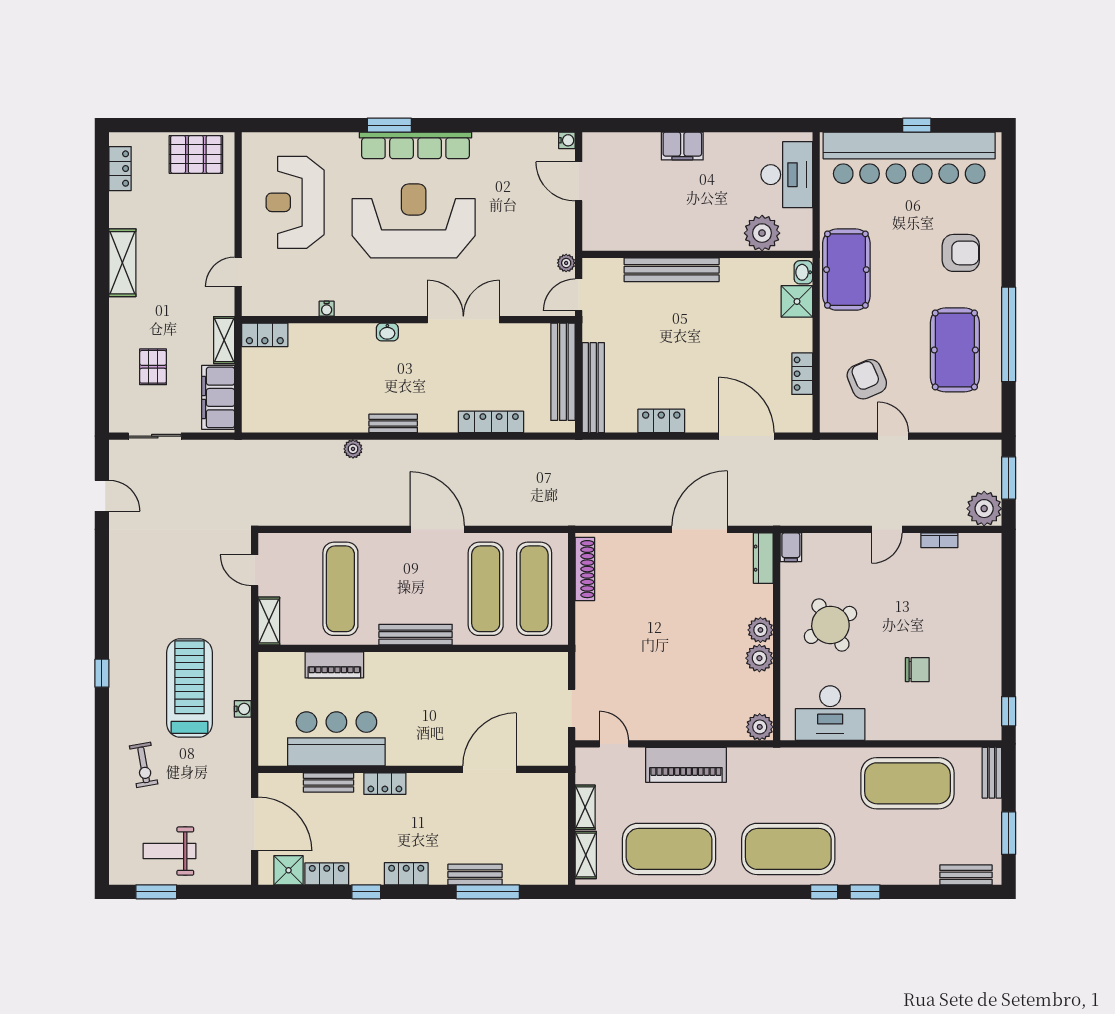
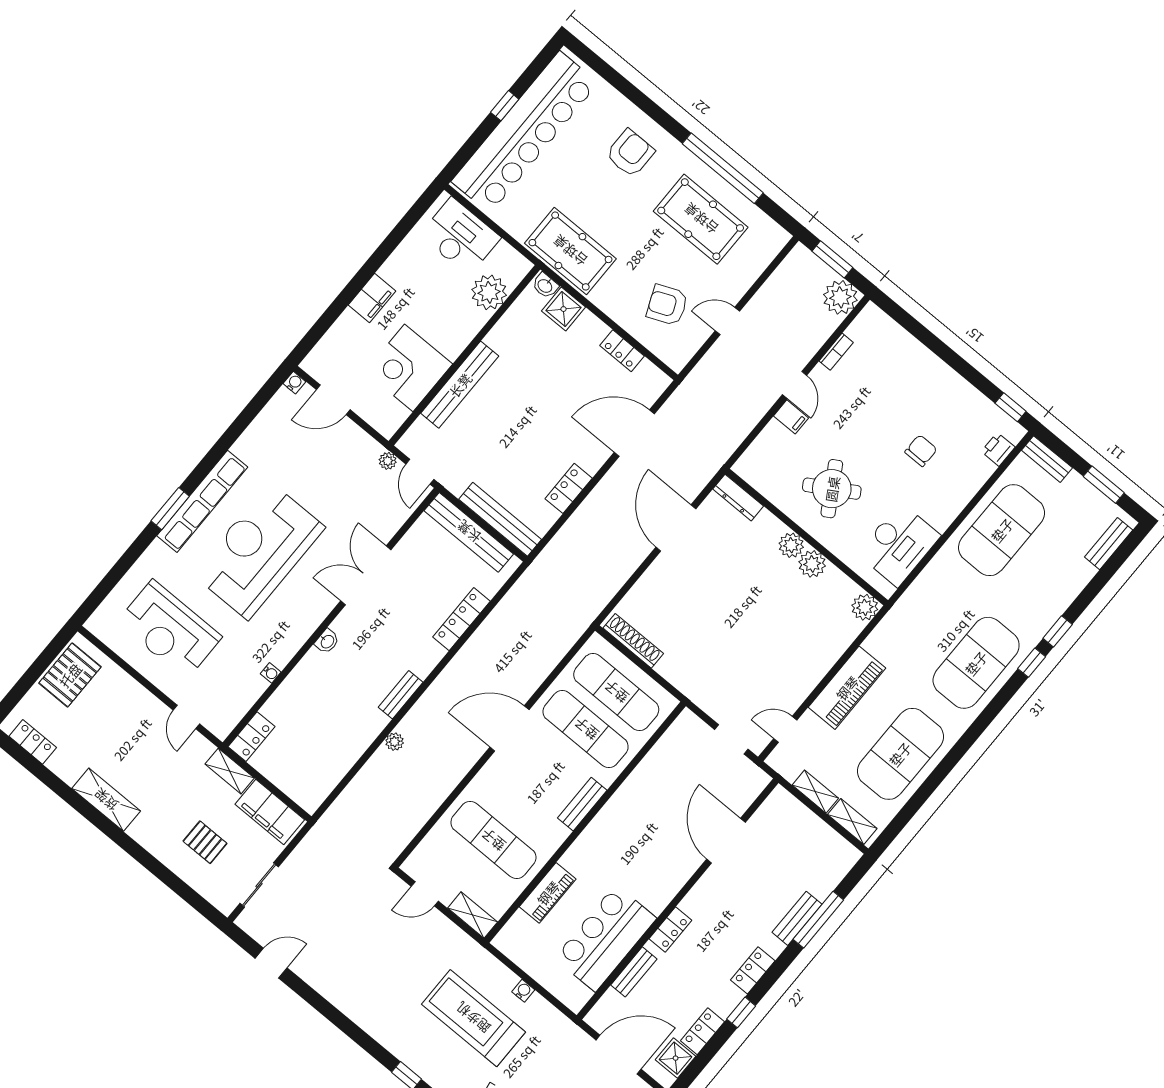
corner desk: (652, 219) -> (409, 368), added
filing cabinet: (791, 547) -> (791, 417), moved
bench: (416, 635) -> (582, 804), width x0.73
printer: (968, 729) -> (998, 449), added

